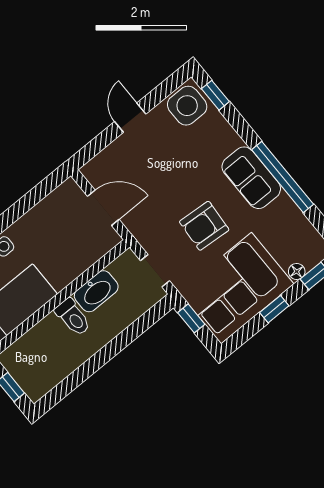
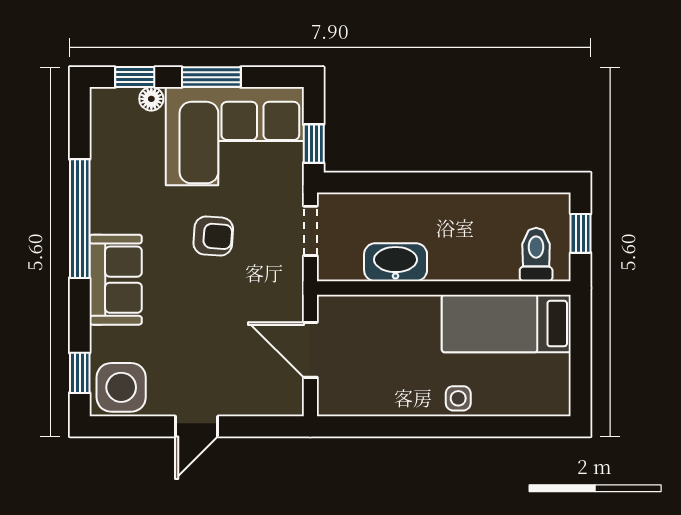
sofa: (251, 178) -> (116, 280), moved
armchair: (204, 226) -> (213, 236), width x0.72, depth x0.72
window: (274, 309) -> (211, 77), width x1.50
toilet: (73, 317) -> (536, 255), moved

